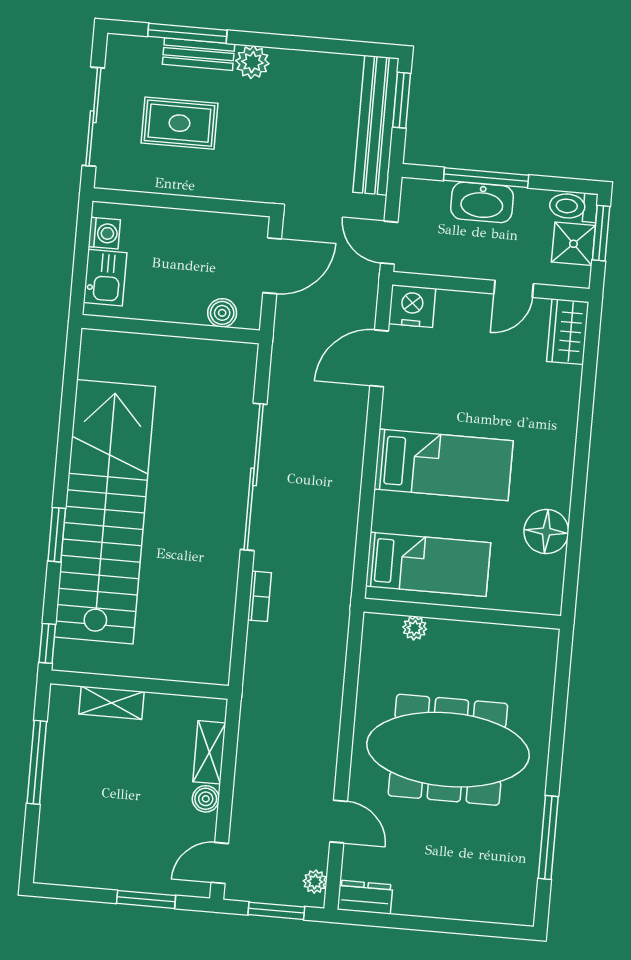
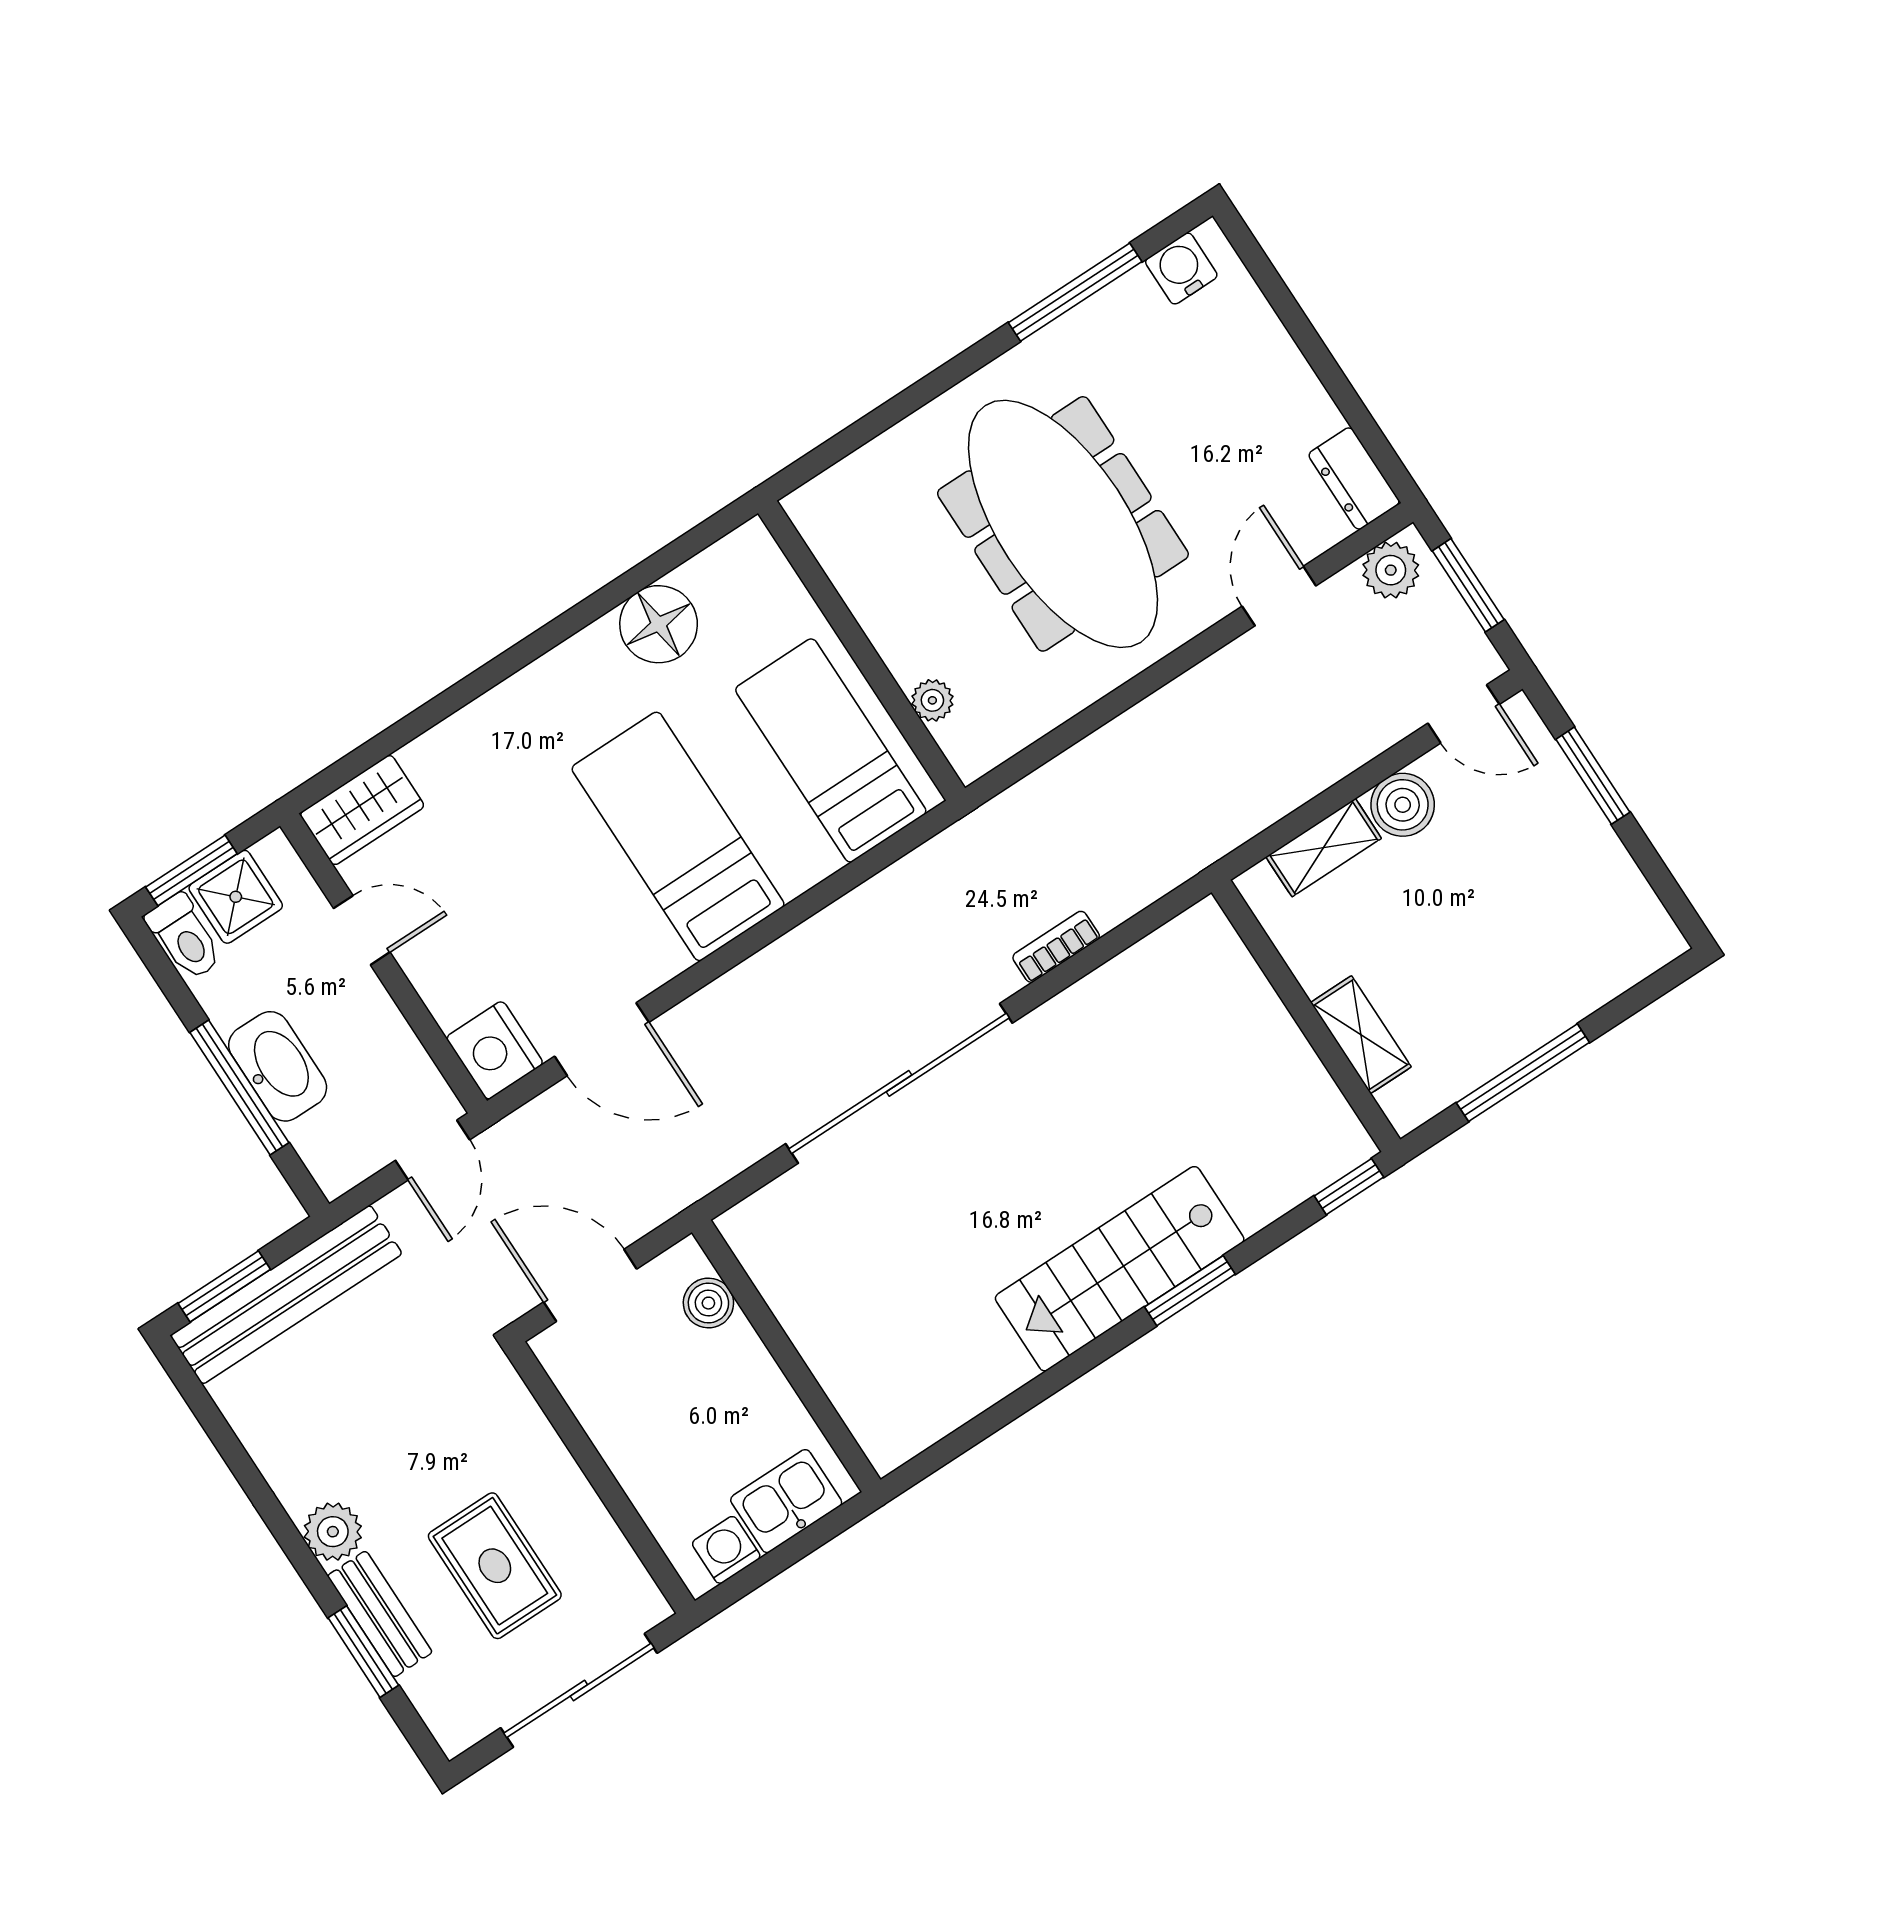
window: (187, 33) -> (363, 1652), width x0.69
stairs: (105, 512) -> (1120, 1269), width x0.54, depth x0.66
boiler: (206, 799) -> (1403, 805), width x1.36, depth x1.36
plant: (315, 882) -> (1391, 570), width x1.38, depth x1.38
water cooler: (521, 894) -> (1181, 268), added

